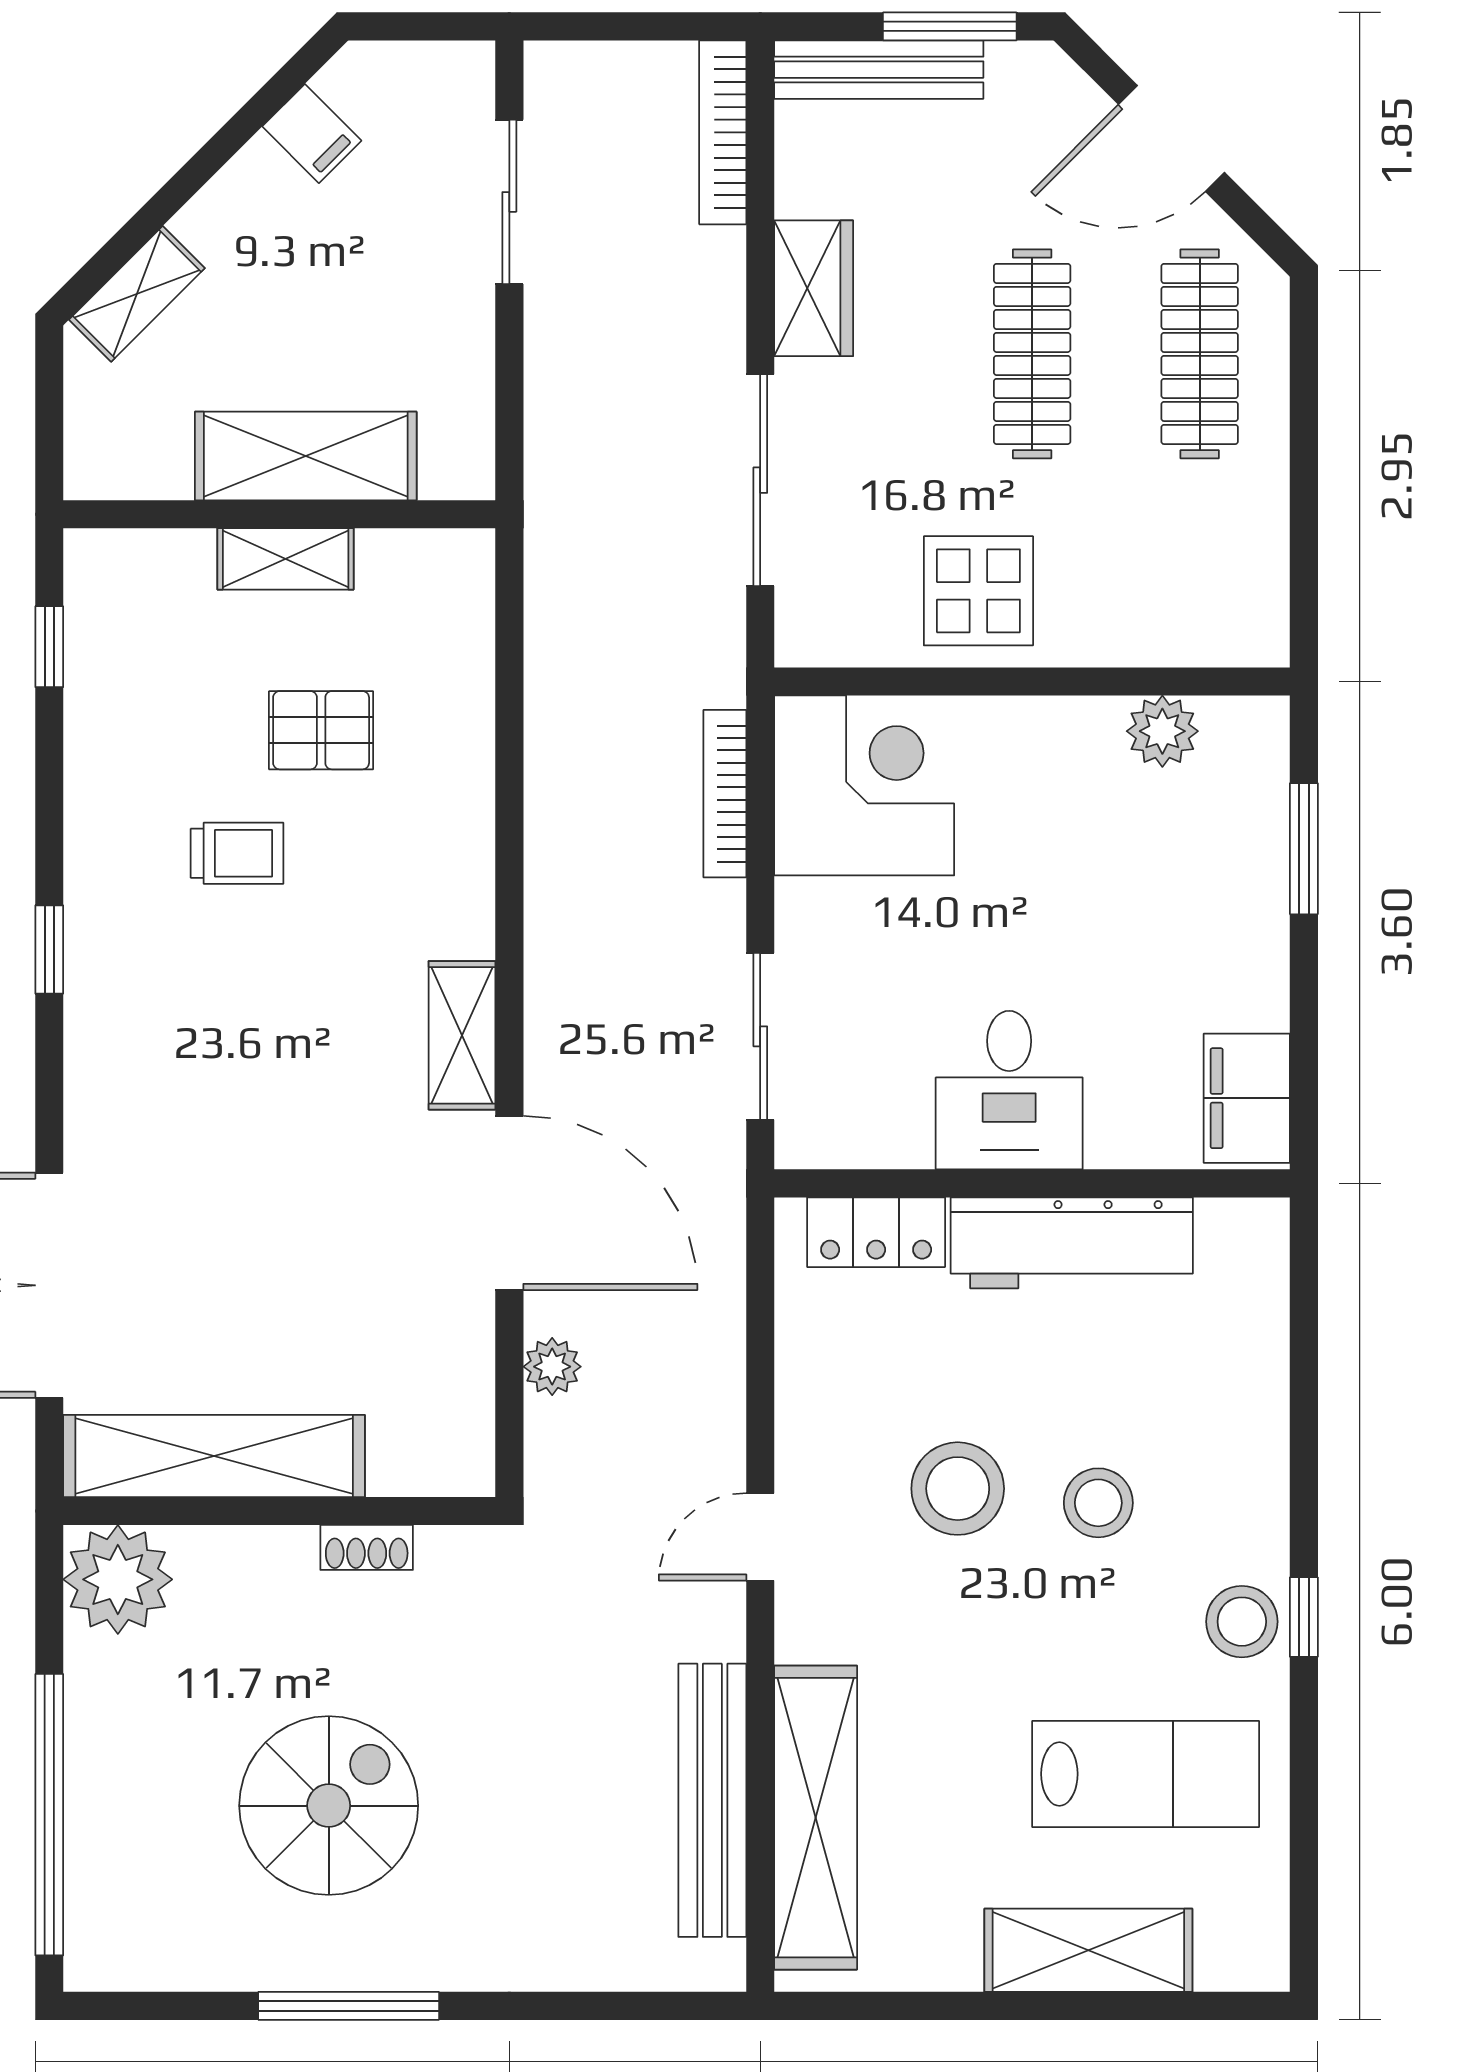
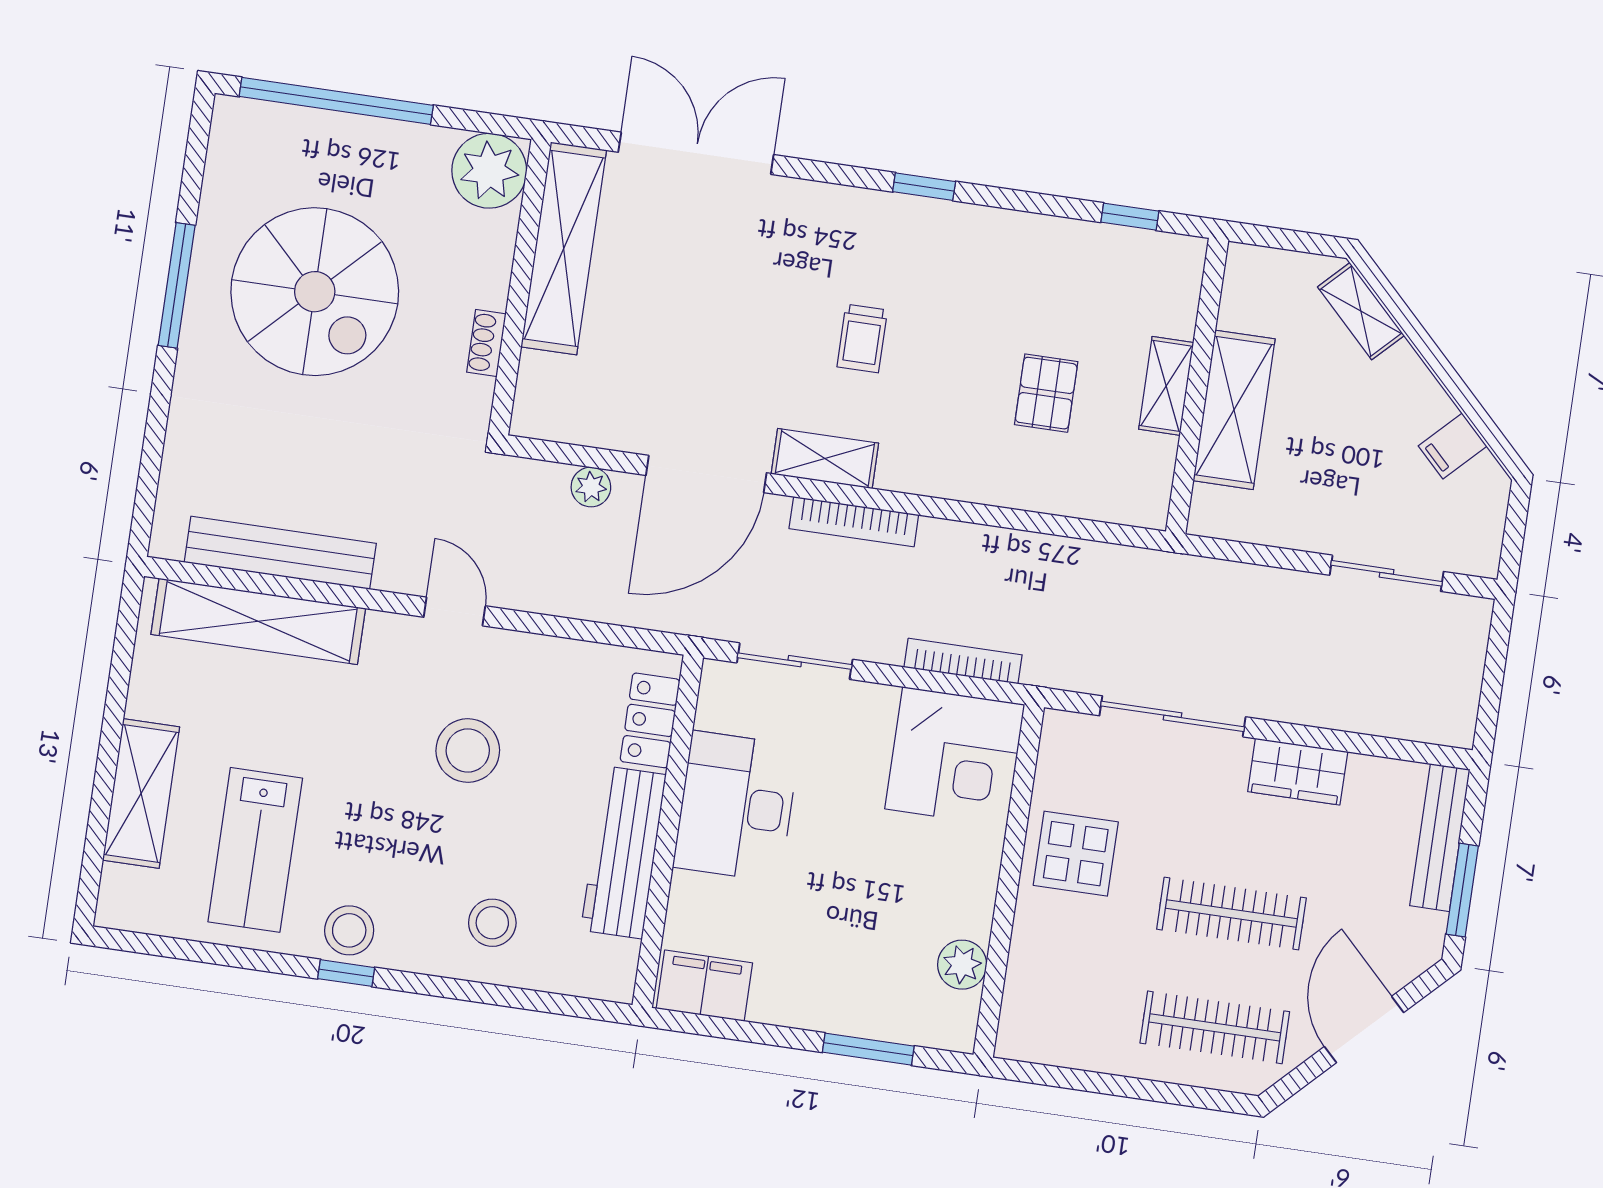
bookcase: (723, 132) -> (854, 522), moved, turned 180
trolley: (237, 853) -> (862, 338), moved
desk: (1009, 1090) -> (736, 806), width x1.37
stool: (1098, 1503) -> (492, 923), moved
spiral stairs: (329, 1806) -> (315, 292), width x1.37, depth x1.37

